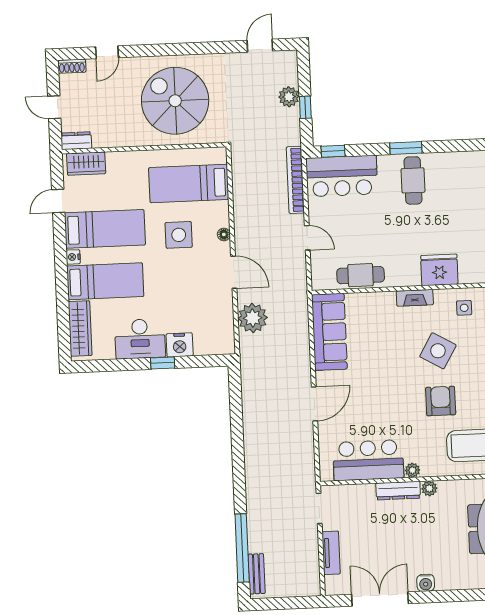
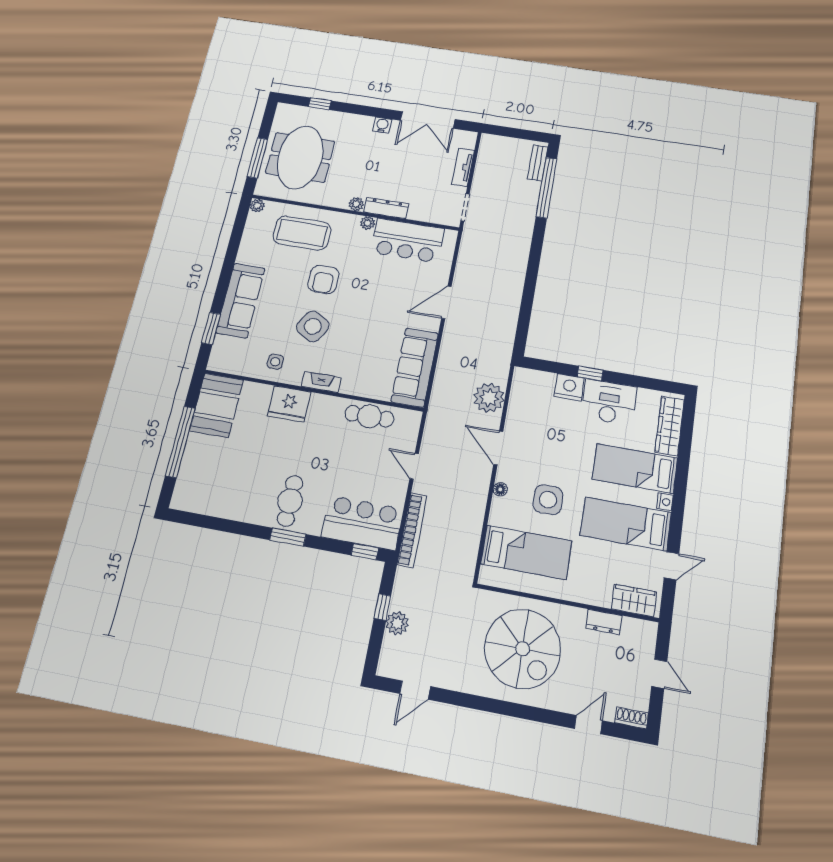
dresser: (76, 141) -> (604, 622), moved

